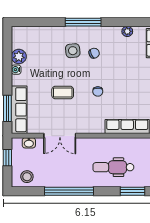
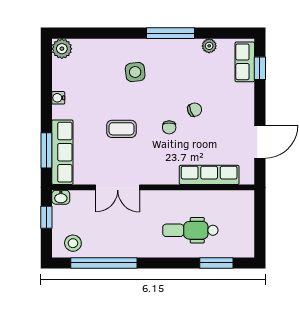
window: (83, 22) -> (170, 33), moved
chair: (94, 53) -> (195, 110), moved
plant: (19, 56) -> (62, 49), moved
washbasin: (29, 143) -> (61, 197), moved
window: (69, 191) -> (104, 263), moved

